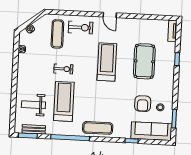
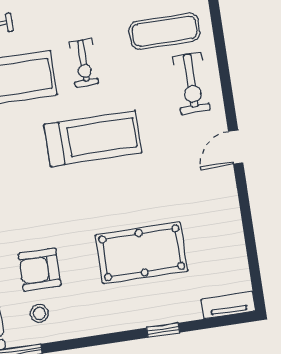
treadmill: (107, 62) -> (93, 138), moved

